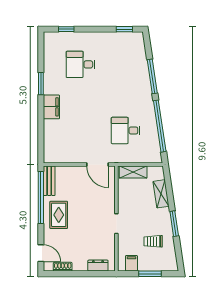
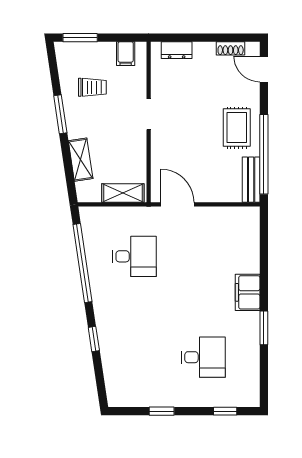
window: (124, 29) -> (162, 411), moved
window: (152, 76) -> (94, 339), width x0.46
window: (150, 274) -> (80, 38), moved

